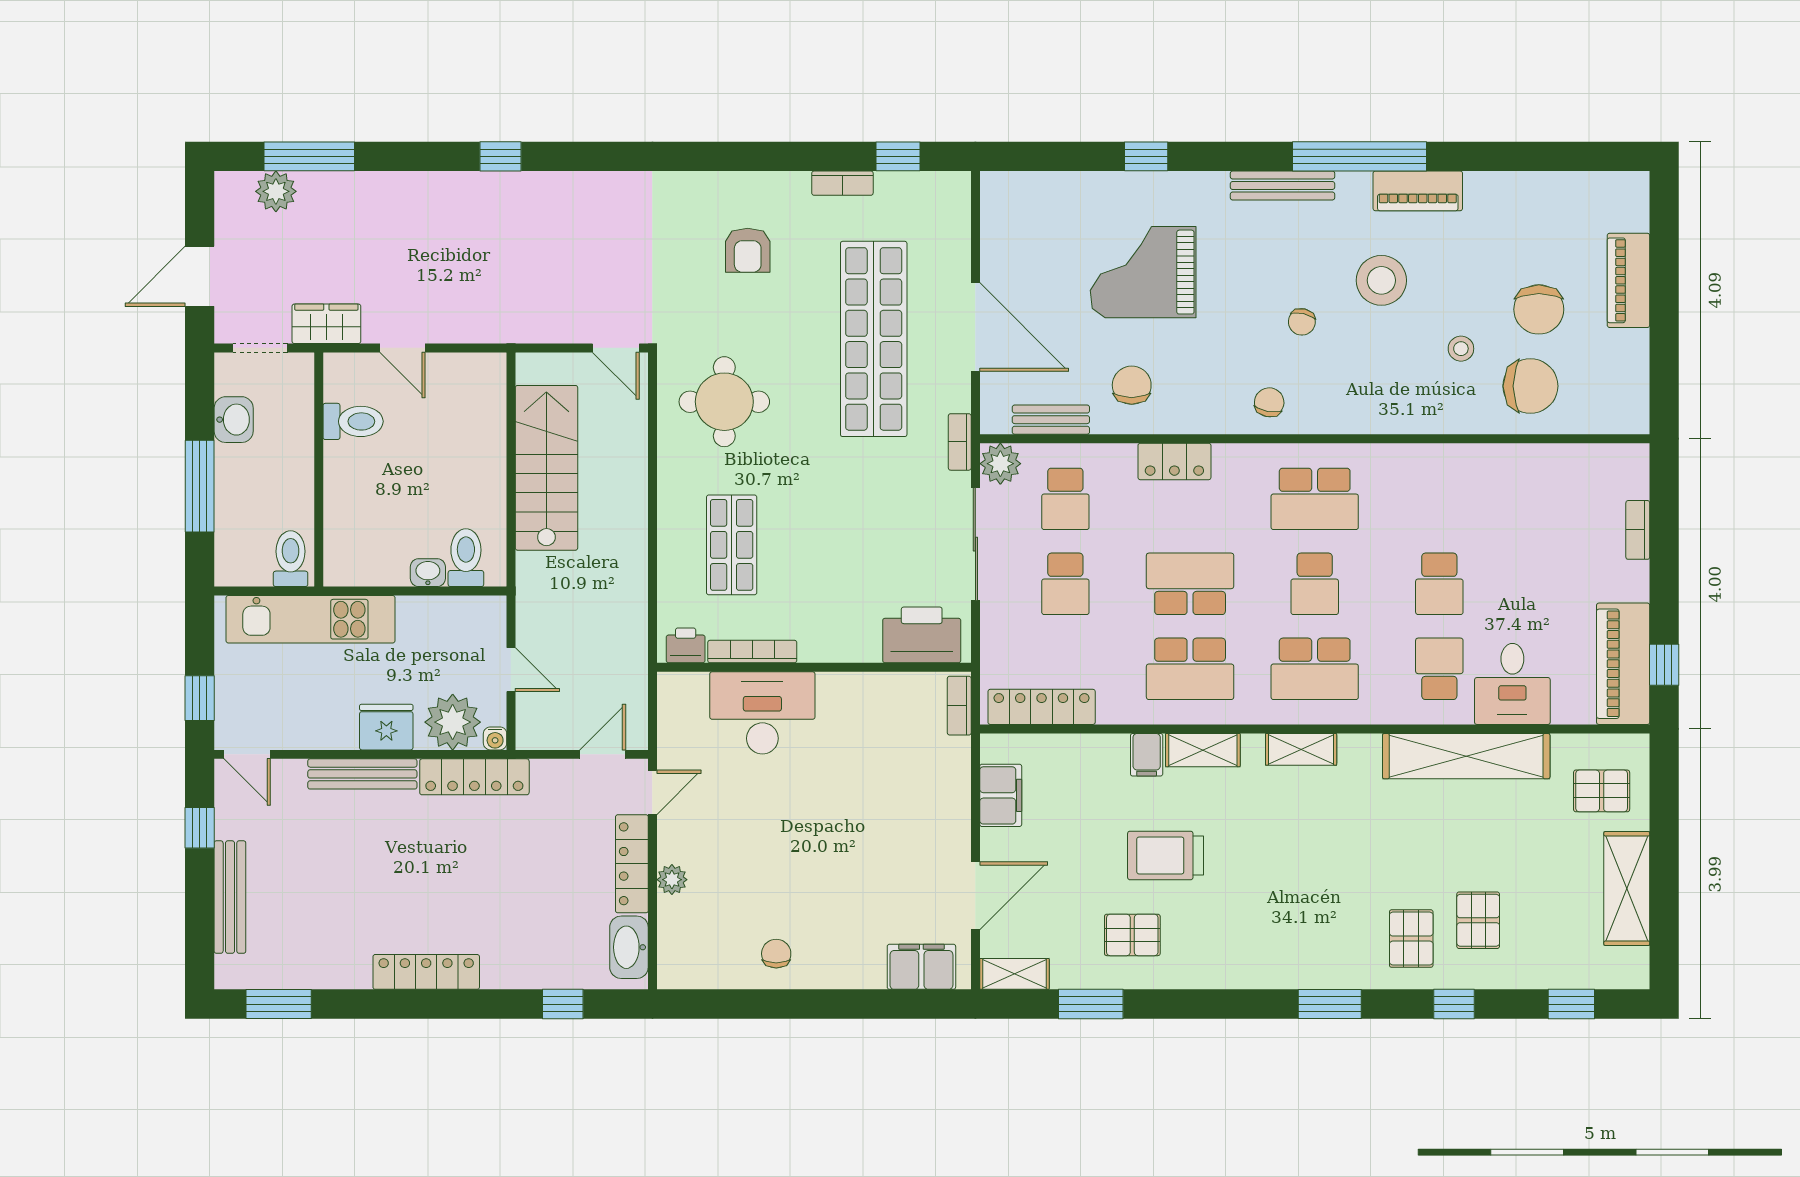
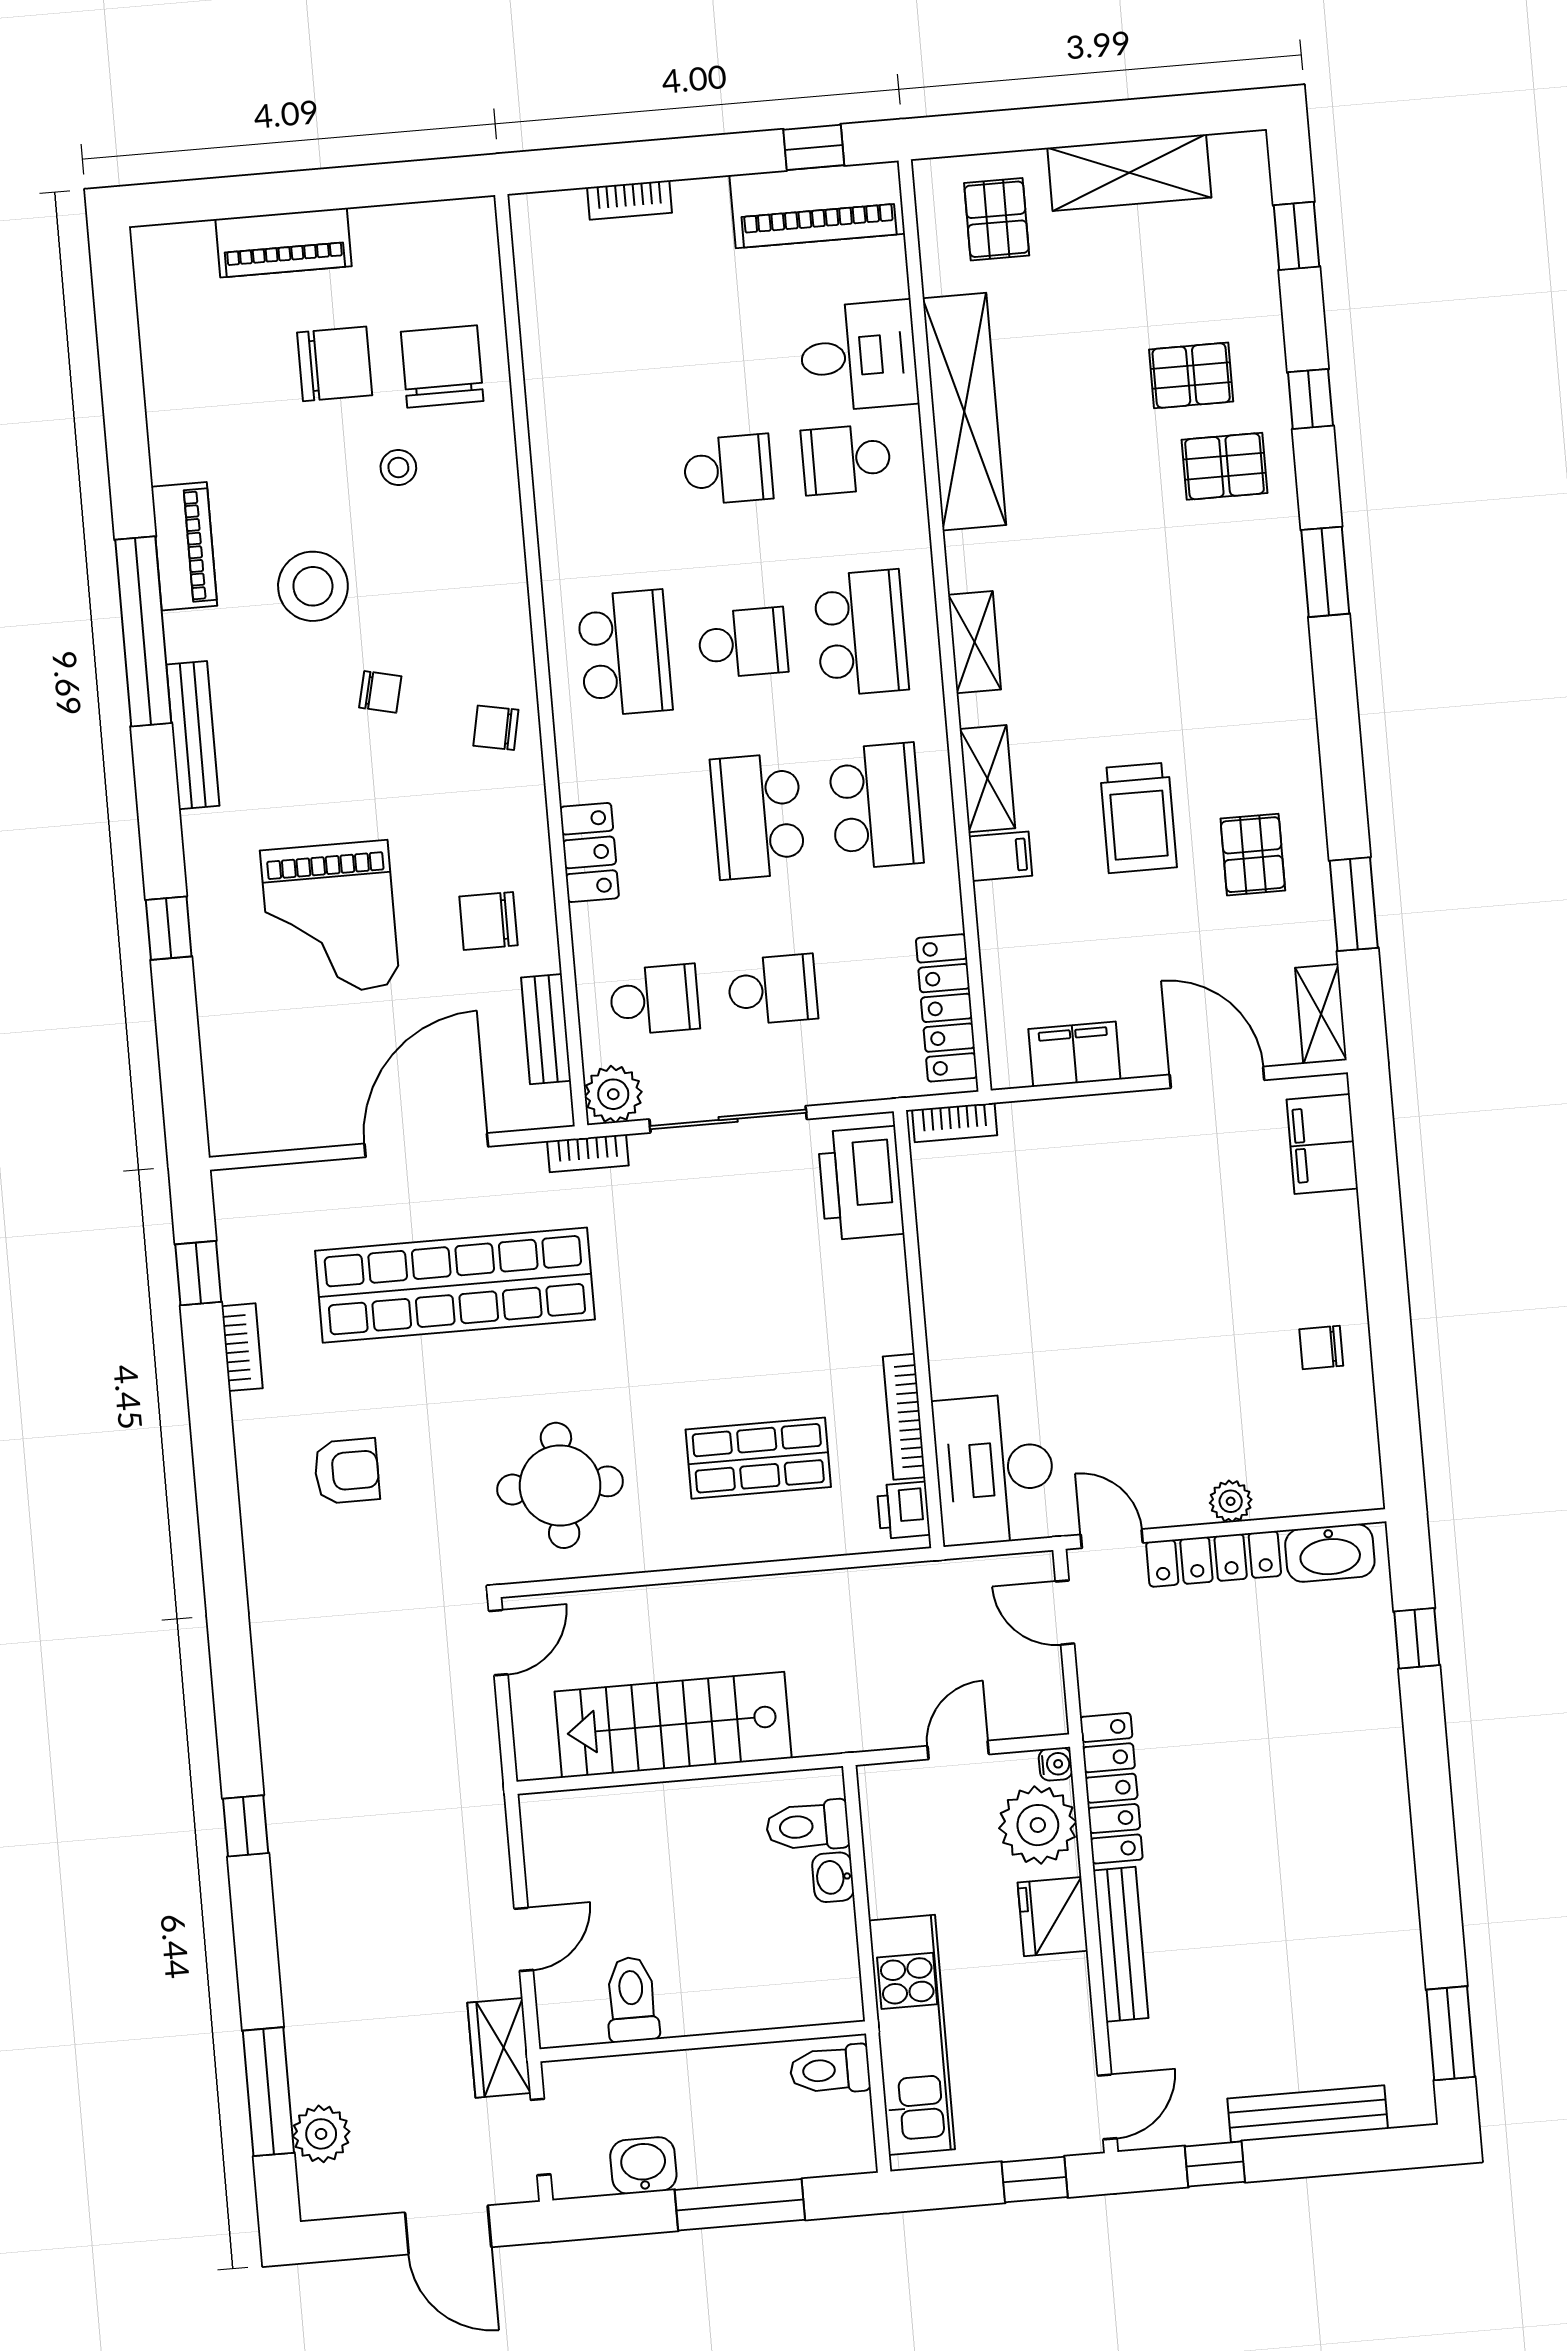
desk: (762, 713) -> (994, 1469), moved
locker: (426, 972) -> (1388, 1832), removed

